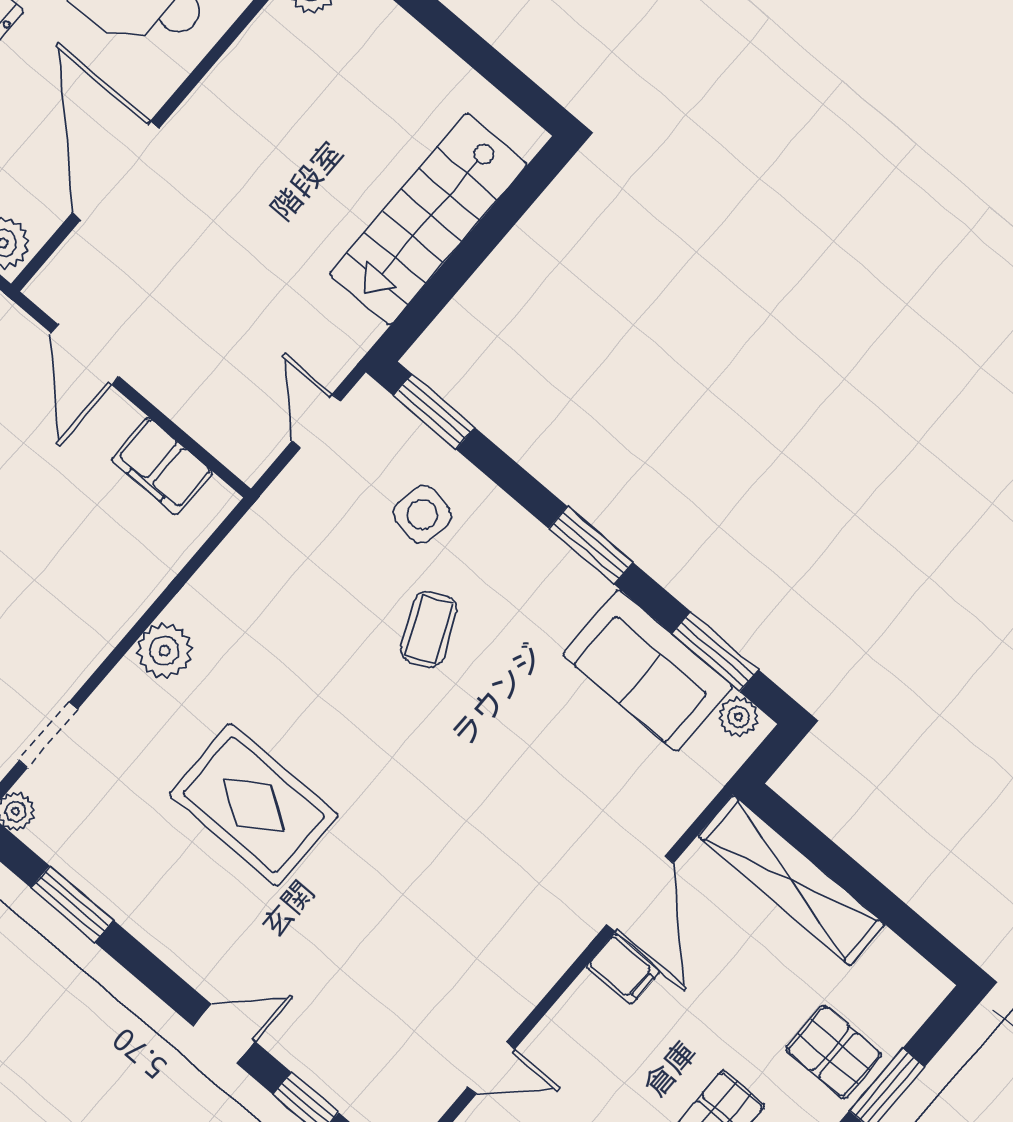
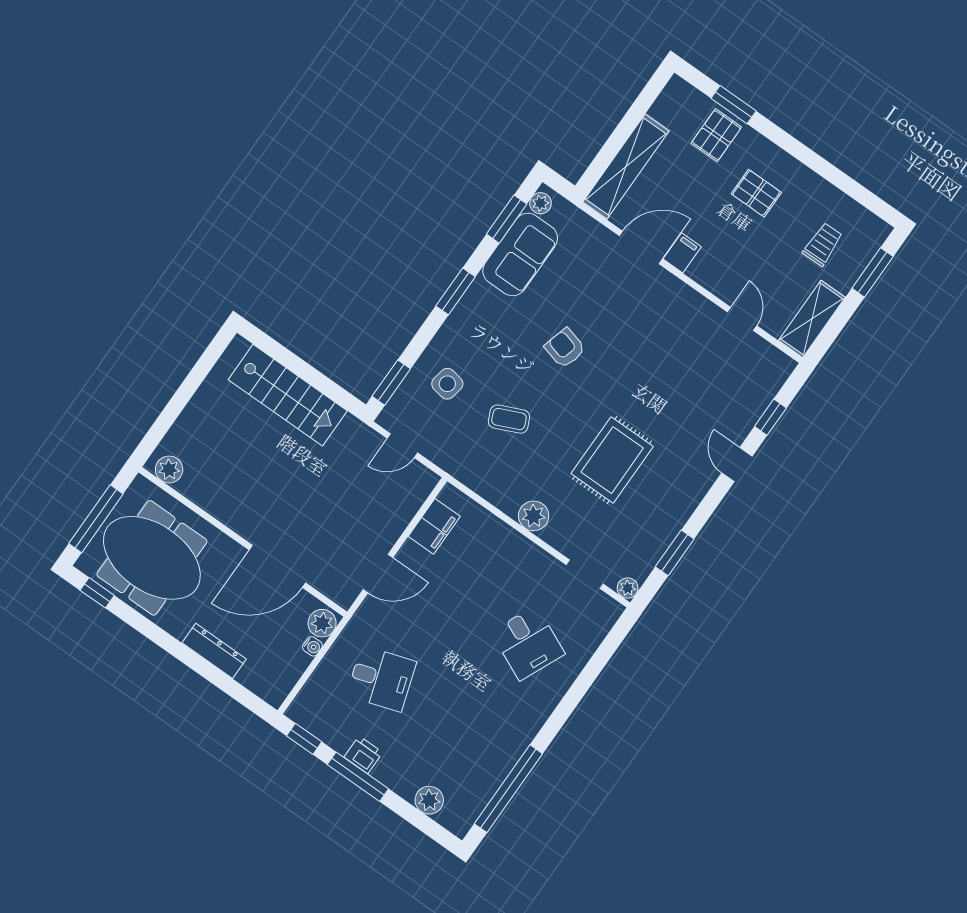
coffee table: (429, 629) -> (509, 419), moved
armchair: (468, 737) -> (565, 348), added

